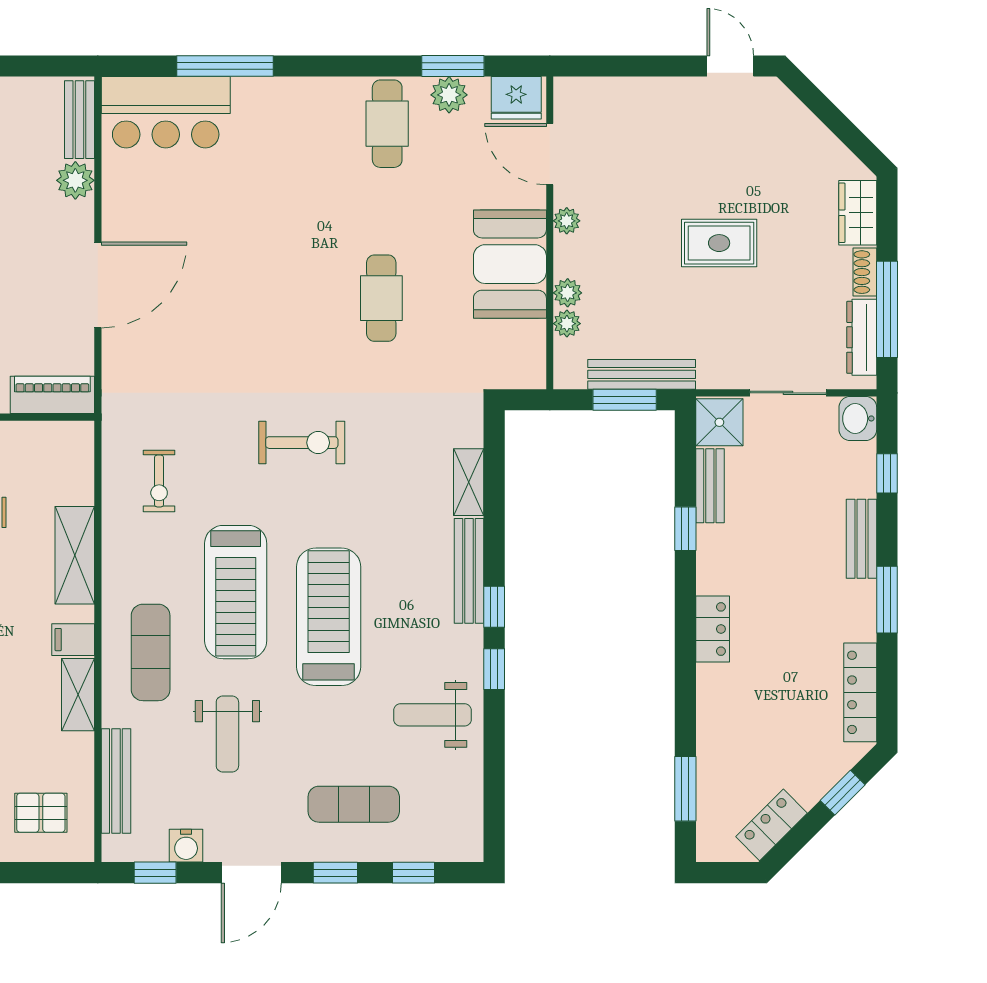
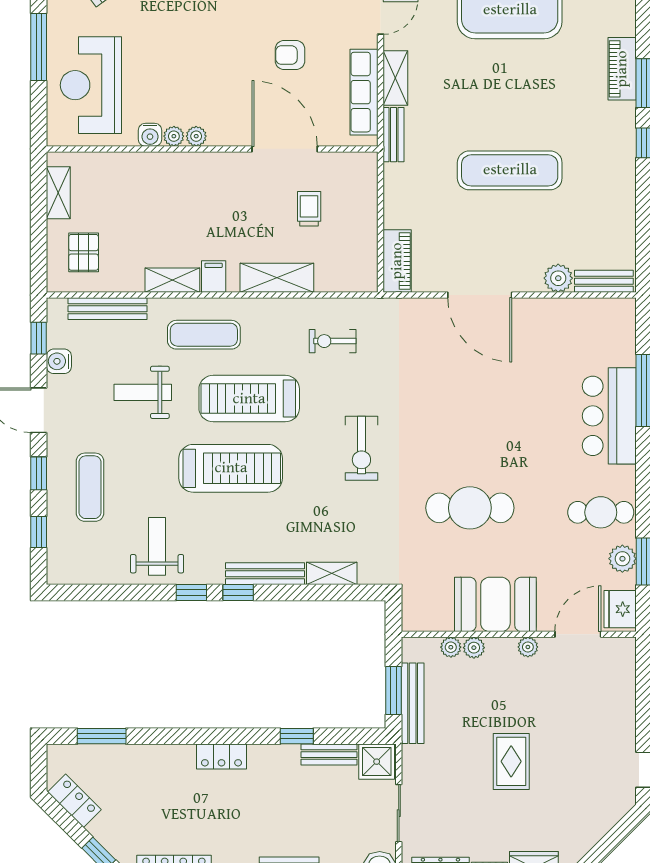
bar counter: (166, 112) -> (609, 416), moved
cafe table: (381, 298) -> (470, 508), width x1.37, depth x1.35

